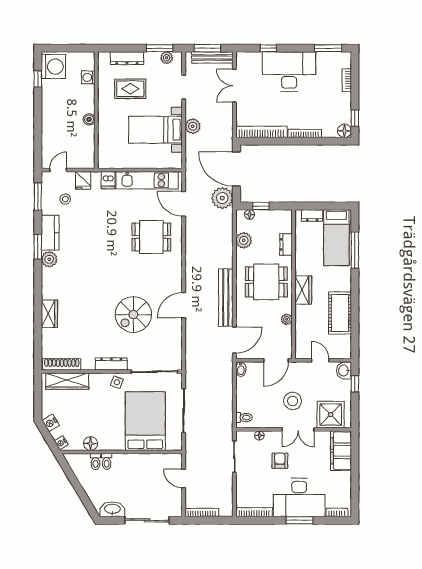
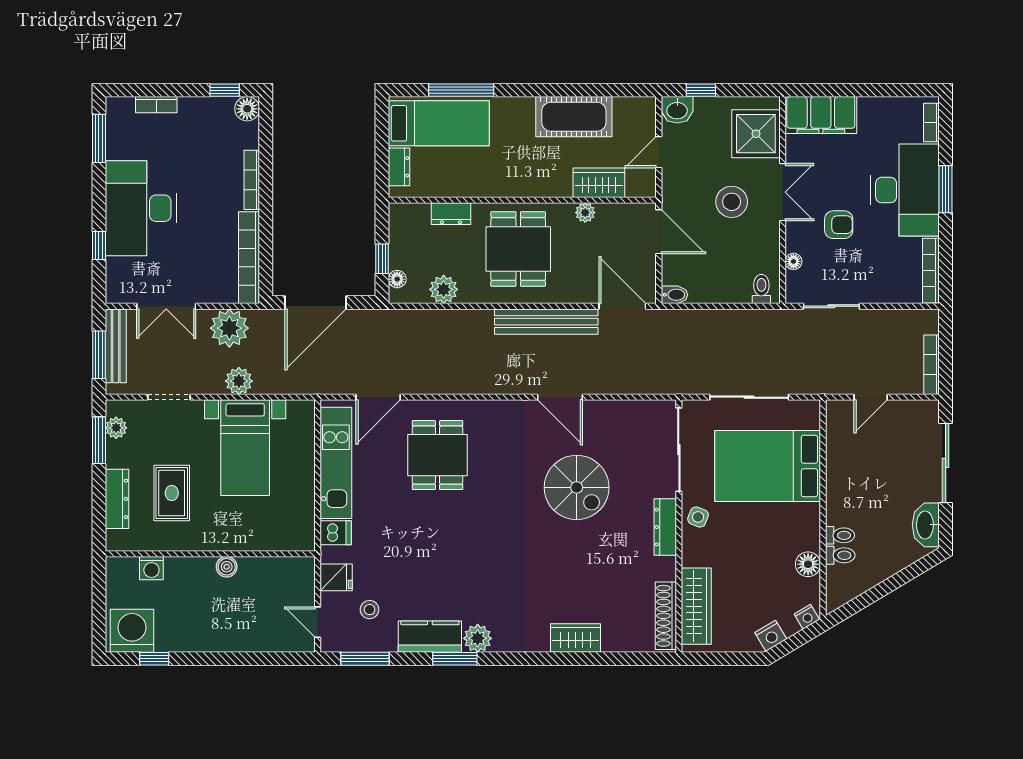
plant: (222, 198) -> (229, 328), moved
wardrobe: (303, 290) -> (599, 183), moved
armchair: (280, 461) -> (839, 225), turned 180

